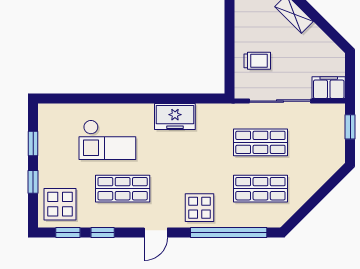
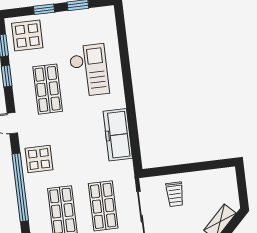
freezer: (175, 117) -> (118, 135), width x1.40
checkout: (107, 140) -> (89, 70), turned 180

